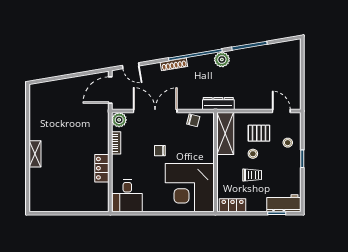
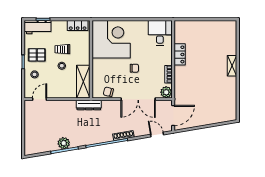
plant: (222, 59) -> (64, 143), moved
door: (281, 111) -> (40, 99), swing flipped
pallet: (259, 133) -> (37, 55), moved

